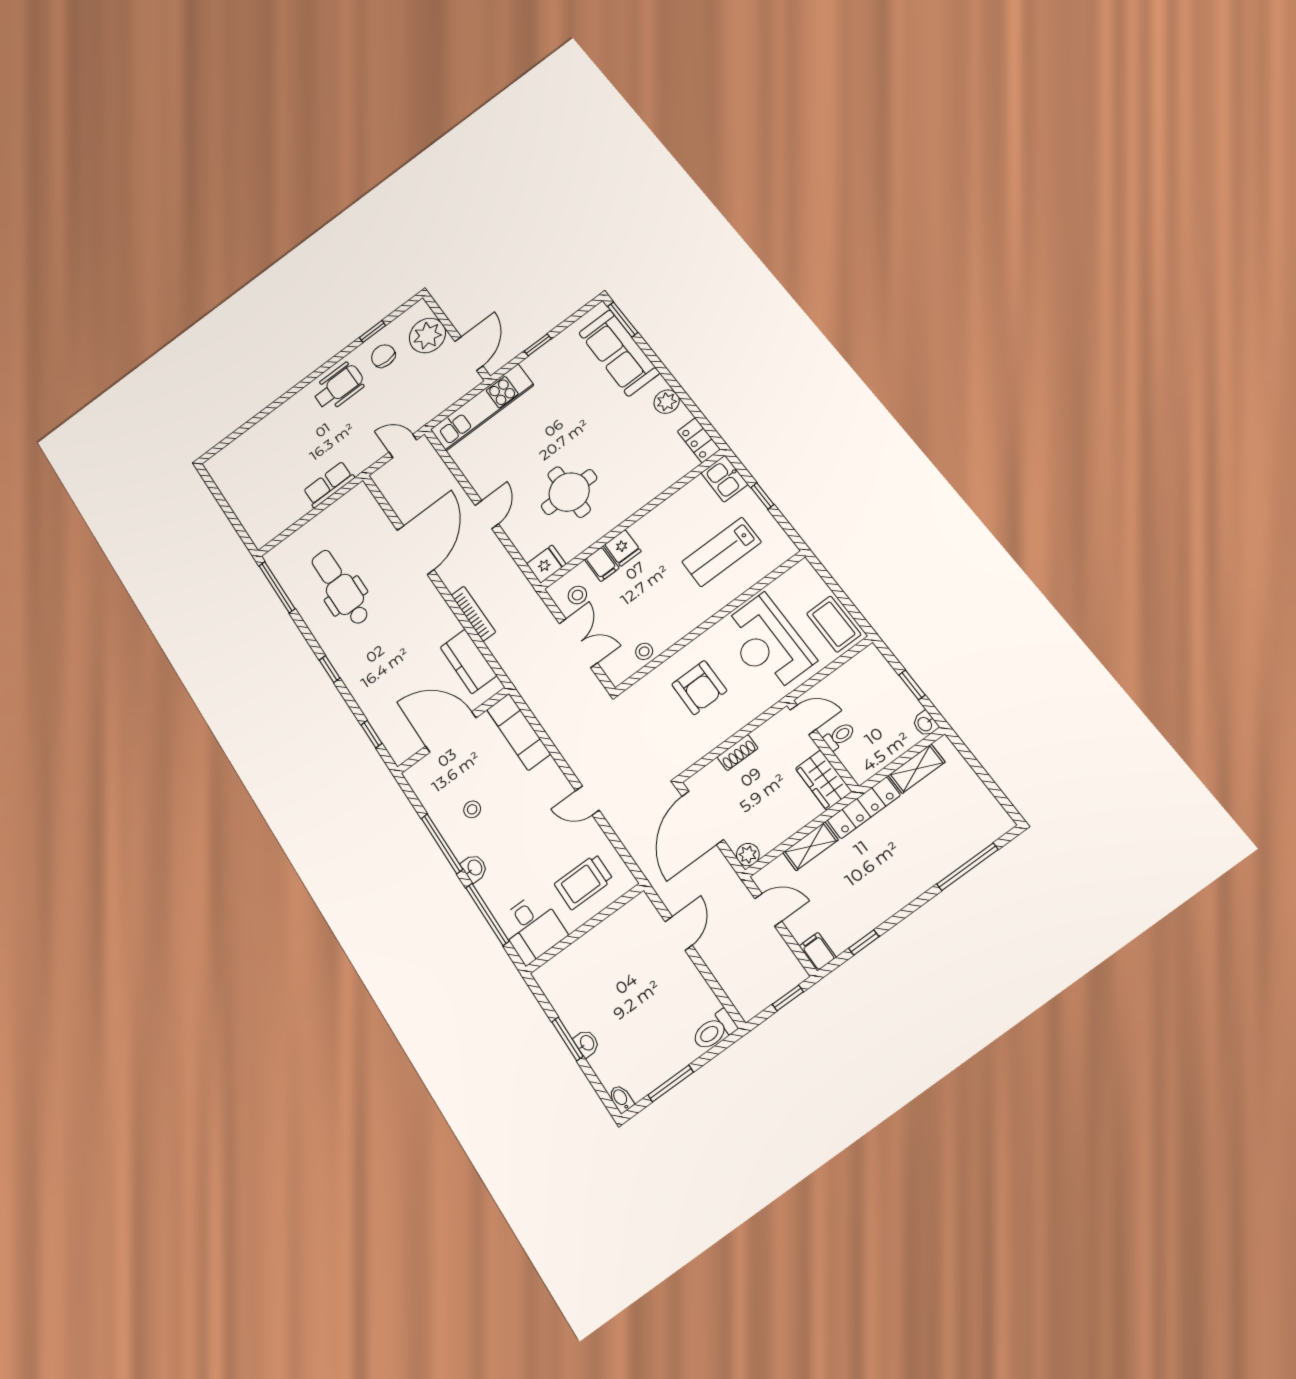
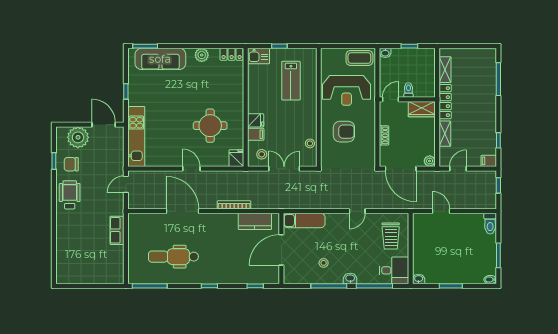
washbasin: (925, 724) -> (385, 53), moved
washbasin: (587, 1043) -> (419, 279), moved

